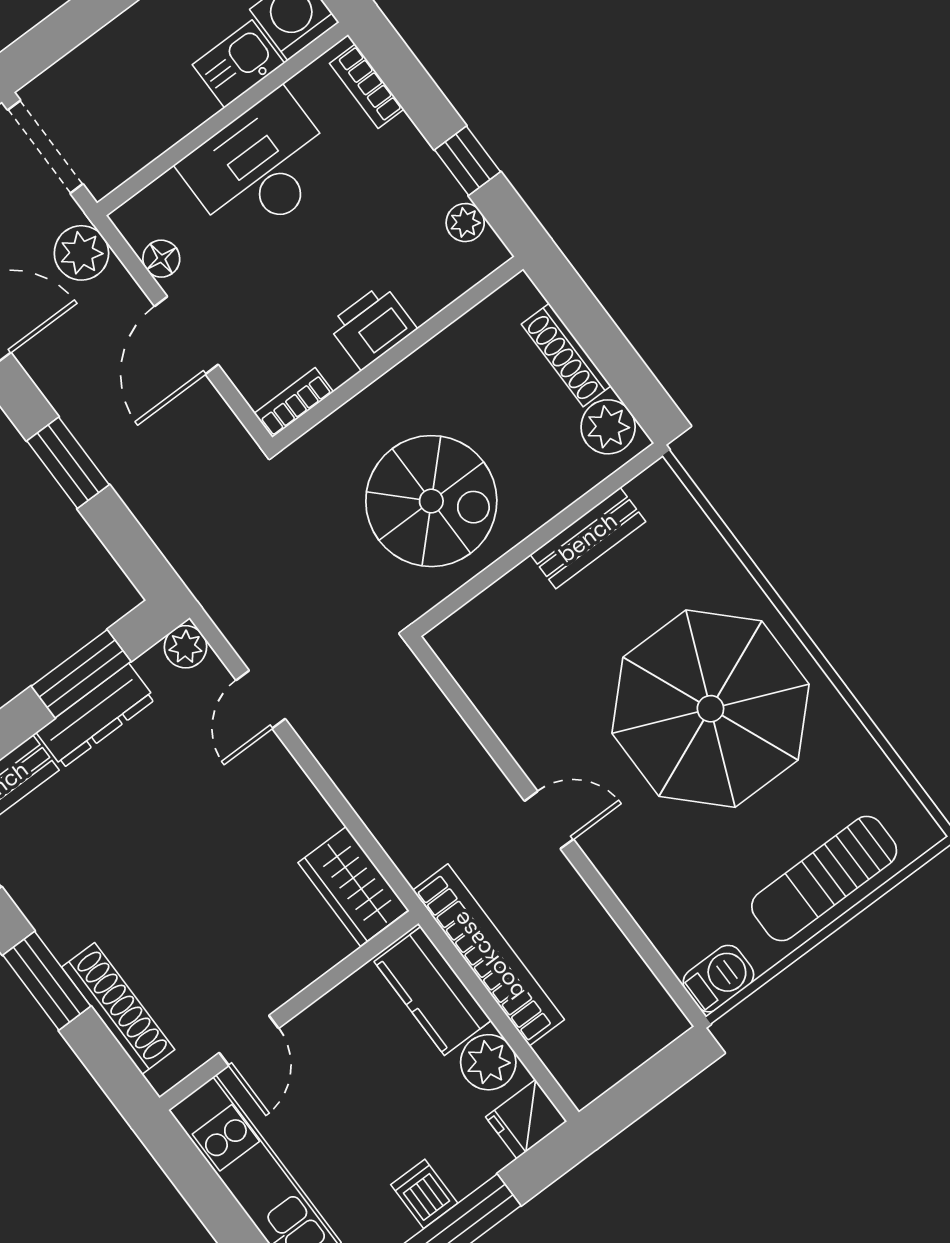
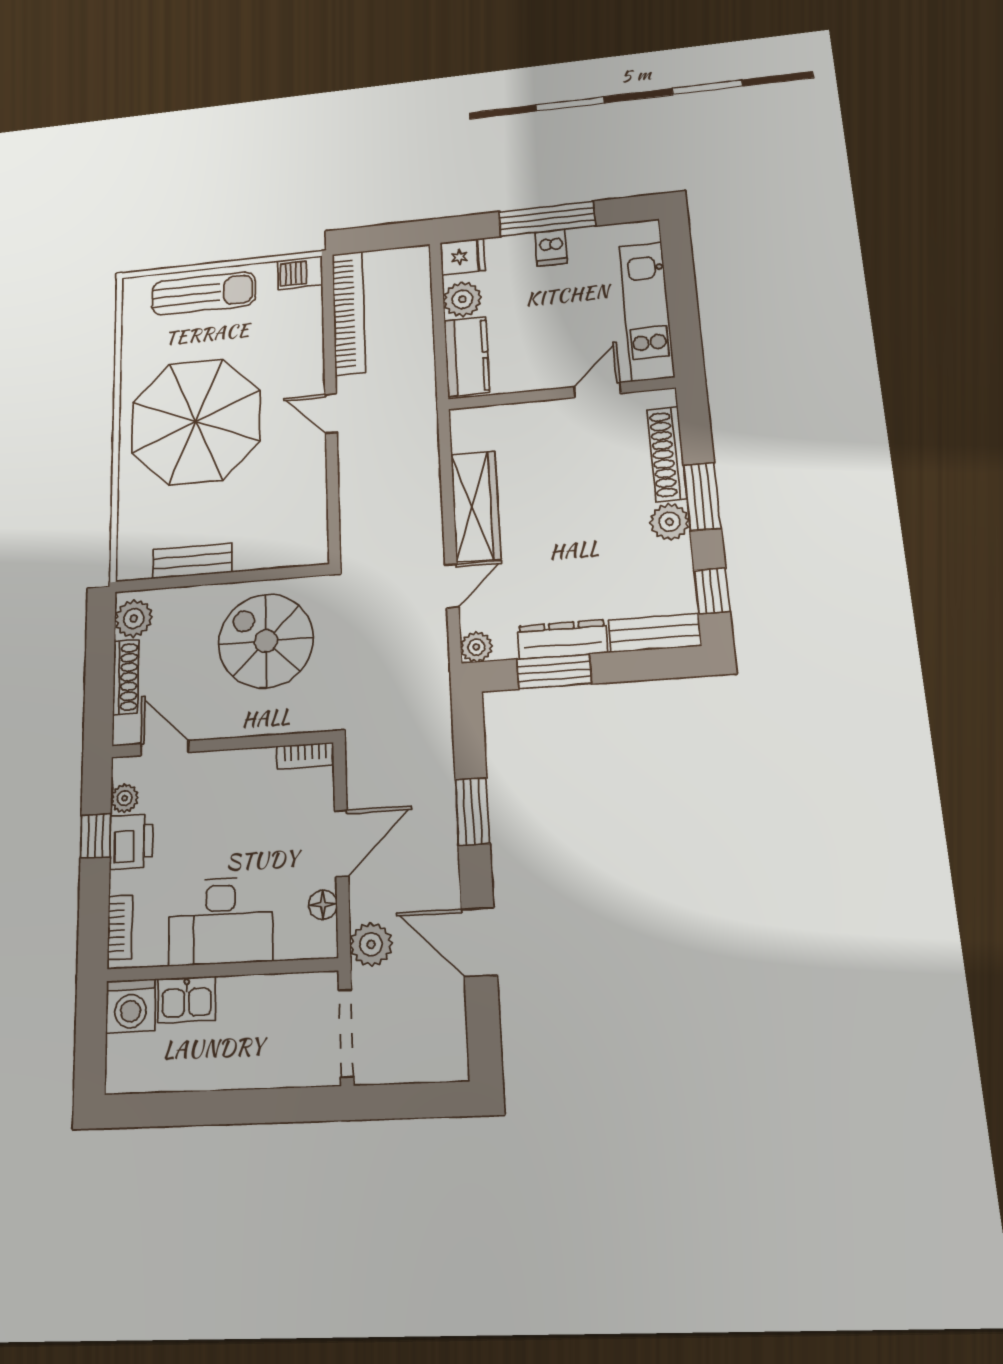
door: (460, 306) -> (165, 748), added
printer: (372, 327) -> (131, 842), moved, turned -90
wardrobe: (353, 886) -> (476, 506), moved, width x1.50
plant: (64, 928) -> (670, 522), added
bookcase: (489, 955) -> (349, 313), moved, turned 180

